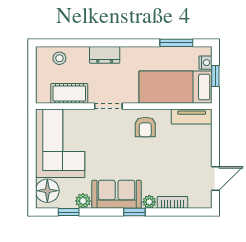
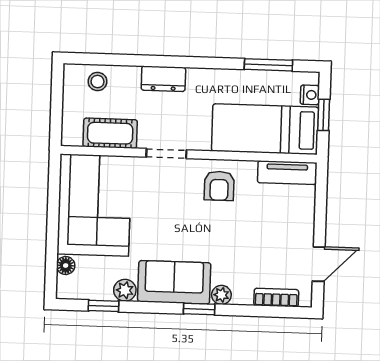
floor lamp: (47, 191) -> (66, 265), width x0.53, depth x0.53
bookcase: (173, 202) -> (276, 298), moved

